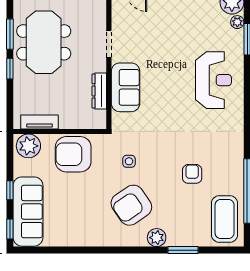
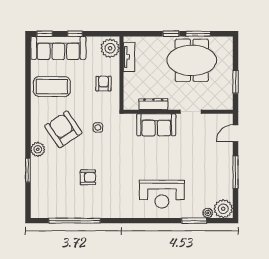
armchair: (73, 154) -> (103, 84), width x0.53, depth x0.53
coffee table: (225, 219) -> (52, 87), moved

